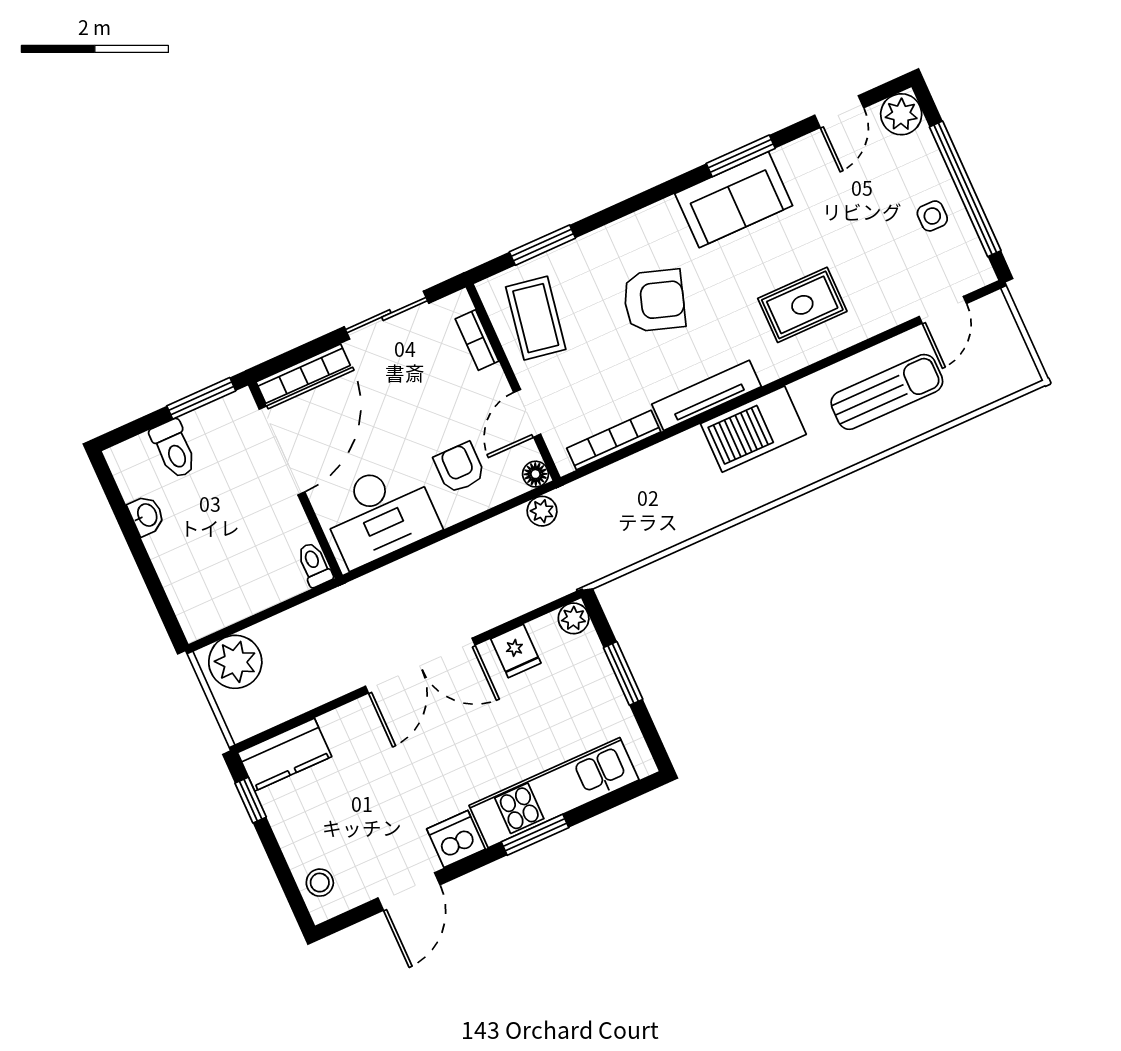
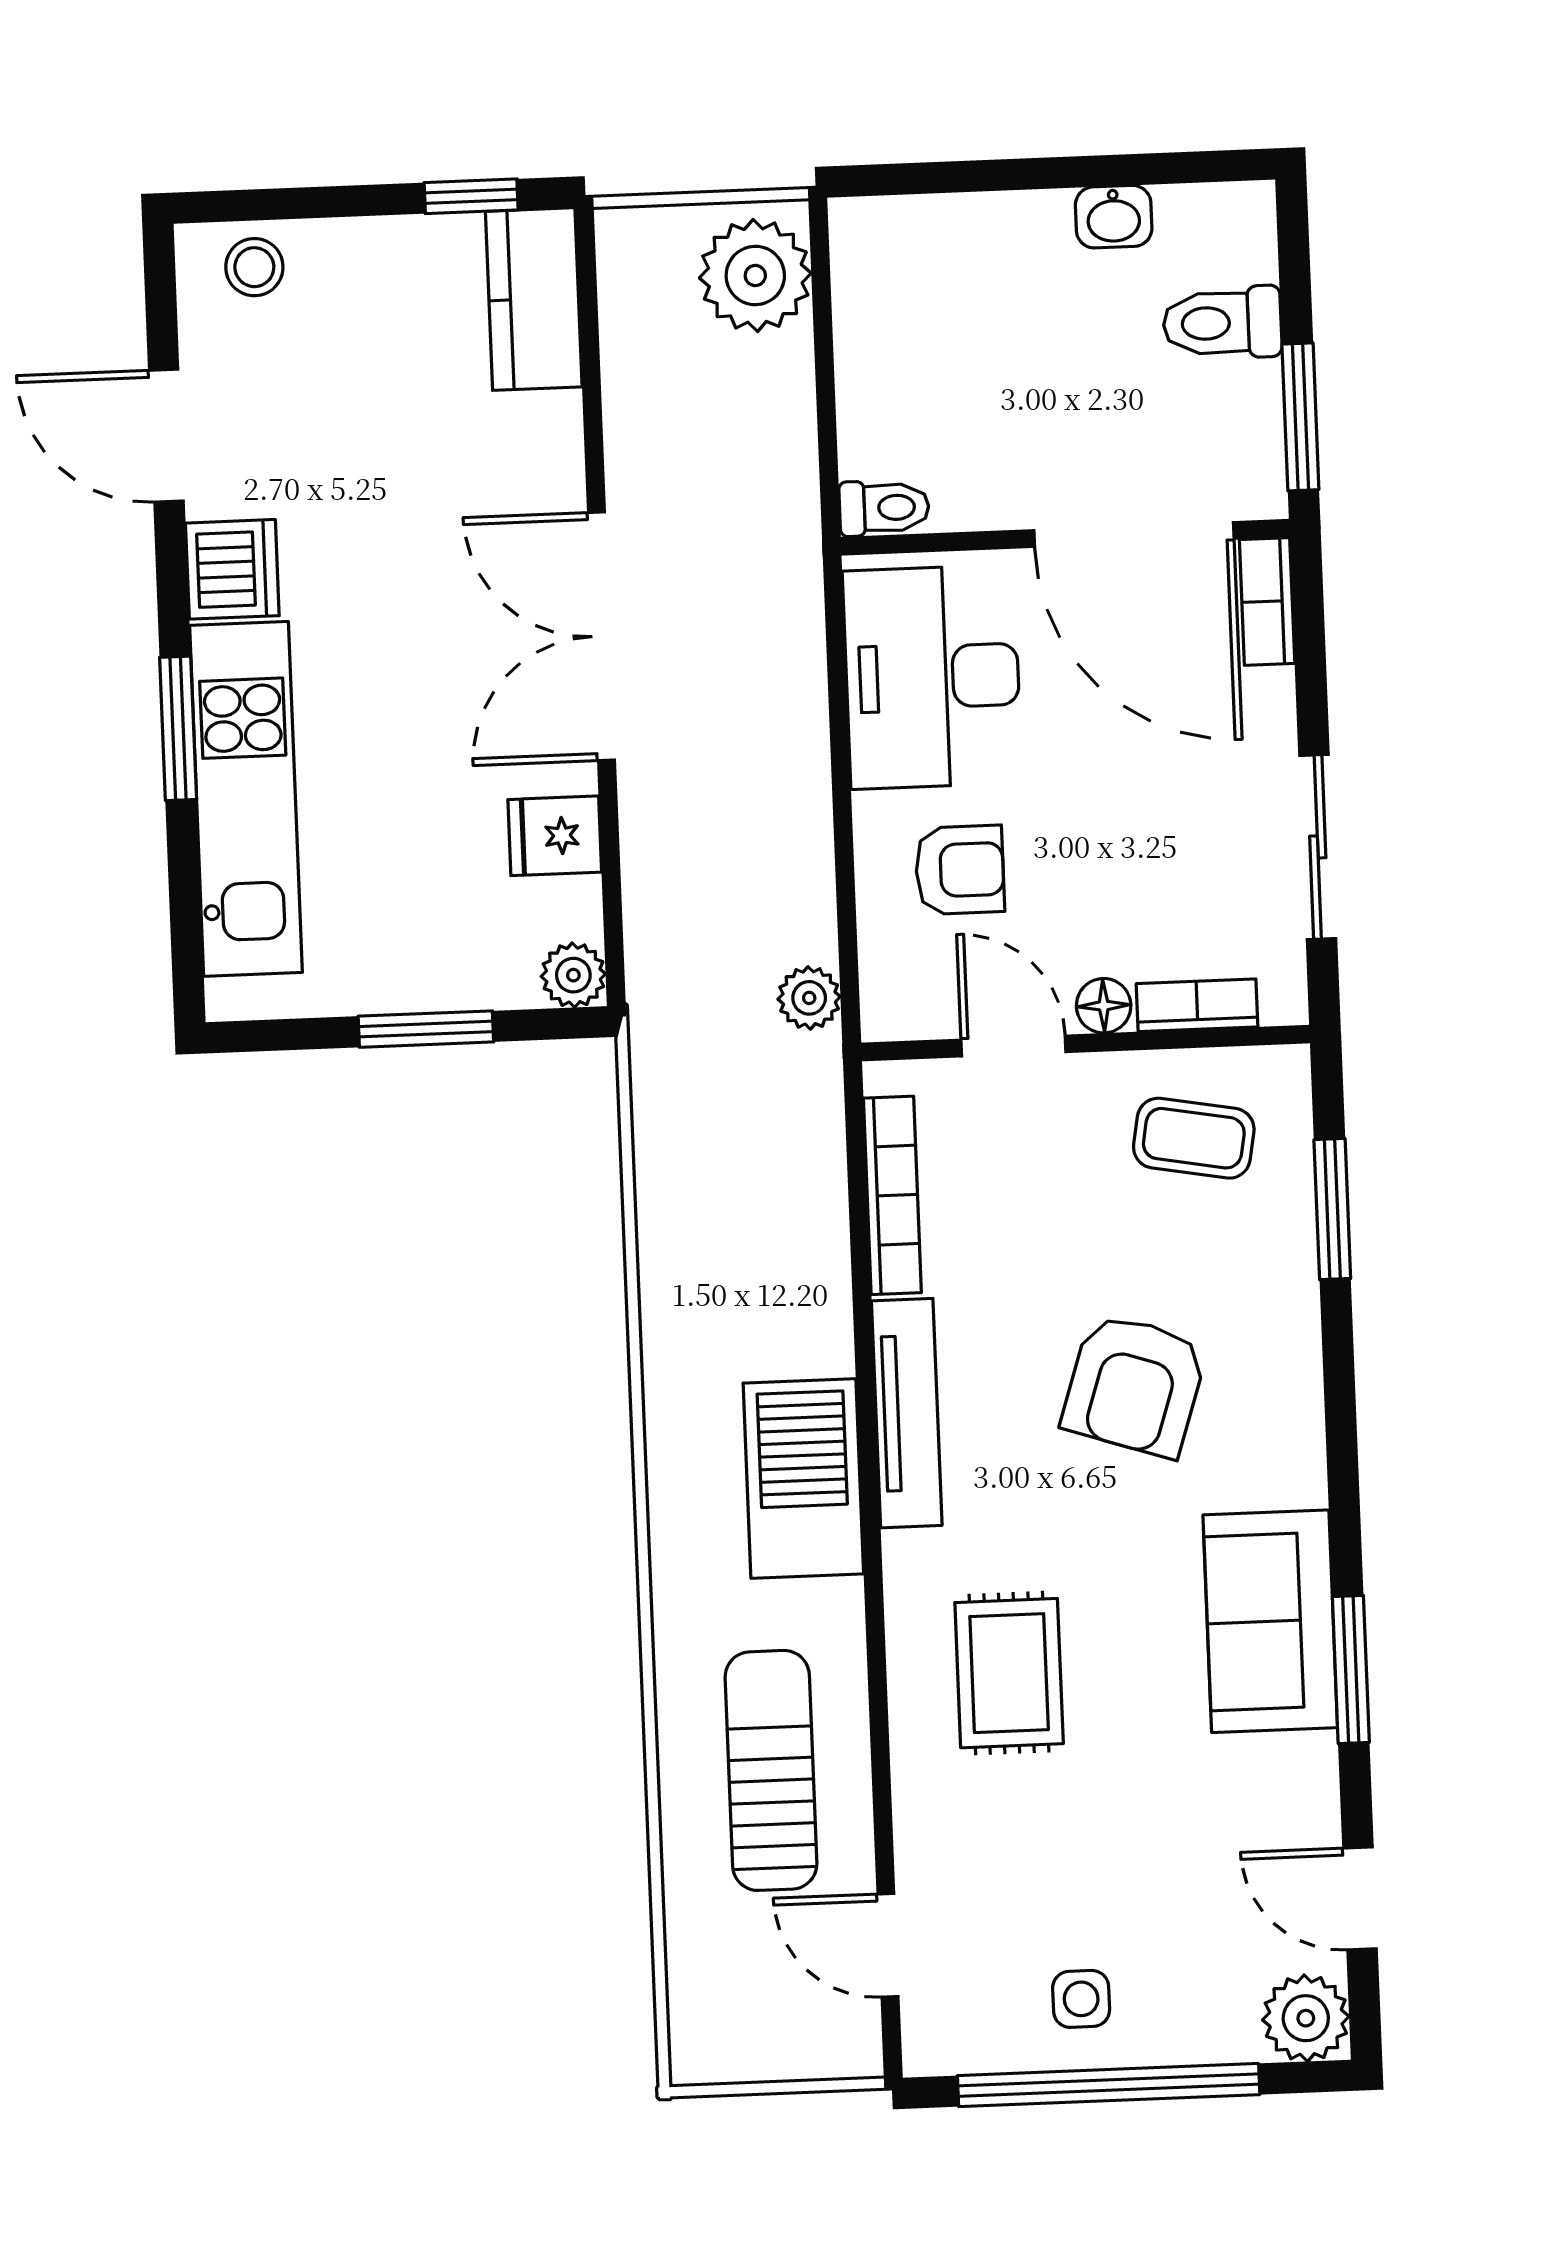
coffee table: (536, 318) -> (1194, 1138), width x0.73, depth x0.77
bookcase: (303, 374) -> (1267, 601), width x0.64
sun lounger: (887, 392) -> (771, 1770), turned 180
floor lamp: (536, 474) -> (1104, 1006), moved

